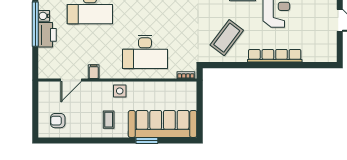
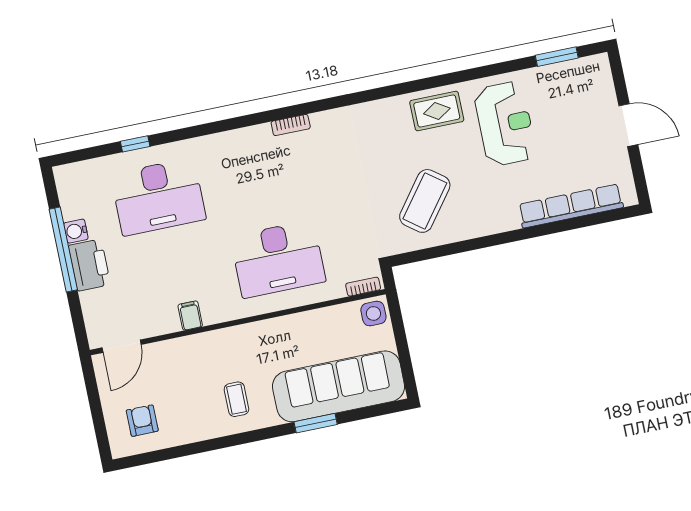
row of seats: (275, 56) -> (571, 206), moved
door: (71, 80) -> (122, 346), moved
side table: (120, 91) -> (373, 313), moved
armchair: (58, 121) -> (142, 421), turned 90

